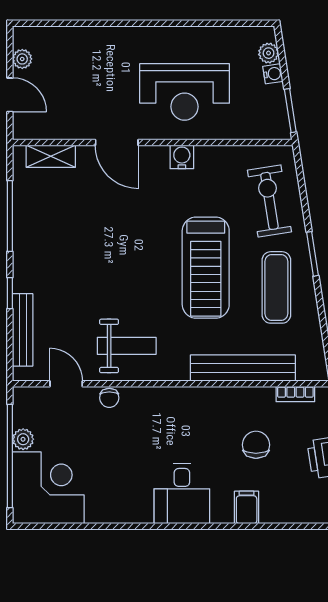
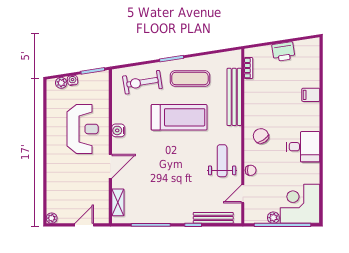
plant: (22, 59) -> (52, 218), moved
chair: (256, 445) -> (261, 136), moved, turned 57
desk: (182, 494) -> (303, 147), moved

